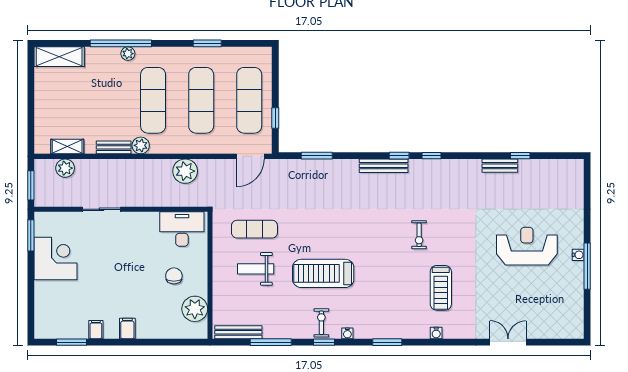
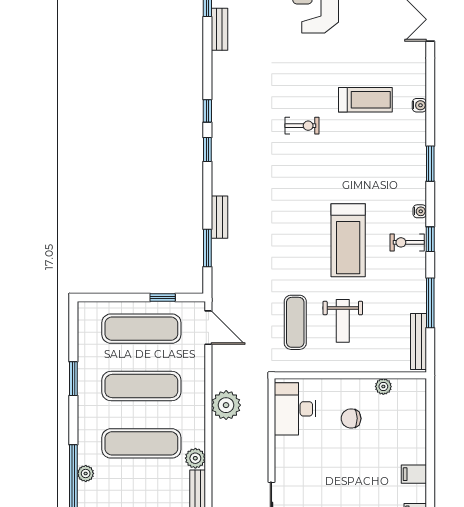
bench: (384, 166) -> (220, 217), moved, width x0.73
plant: (195, 309) -> (383, 386), width x0.53, depth x0.53

